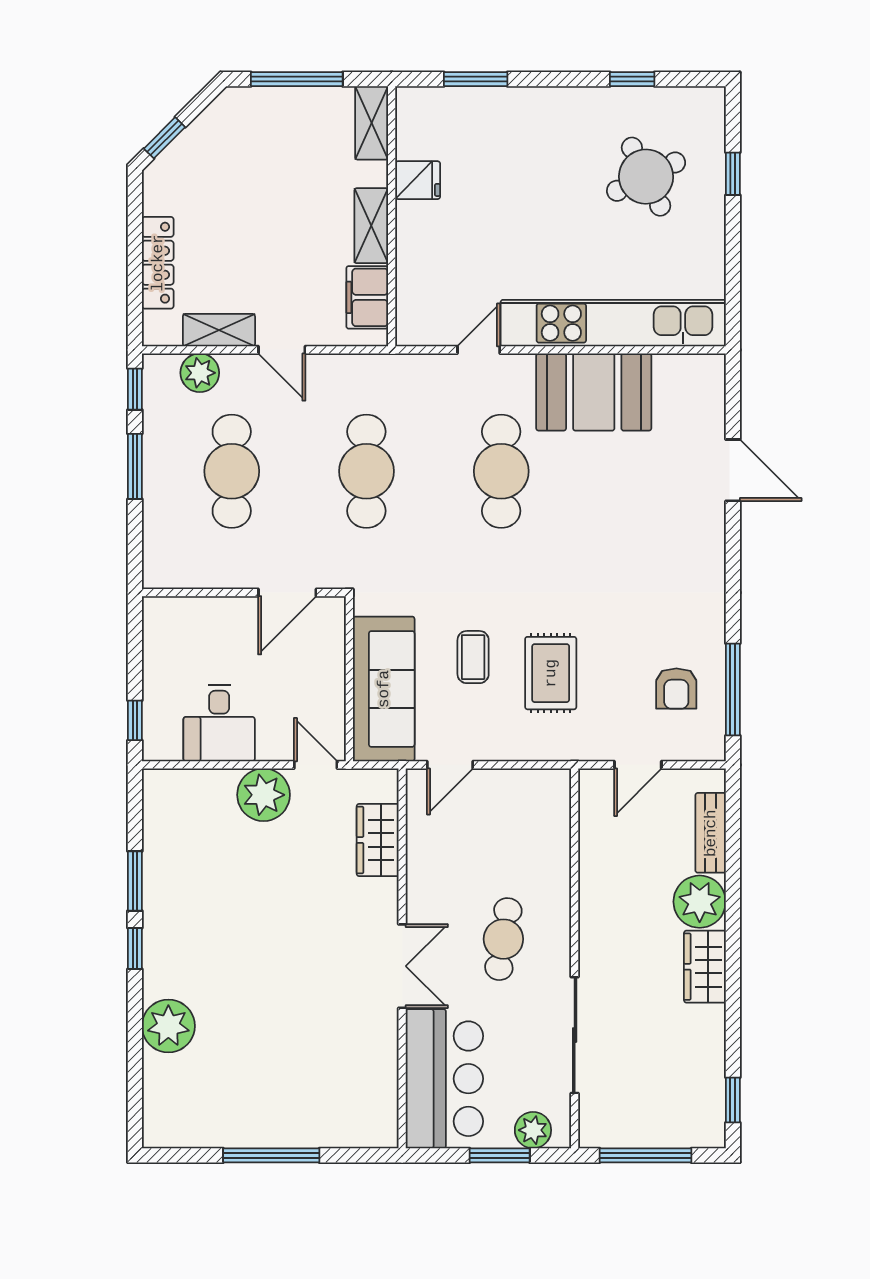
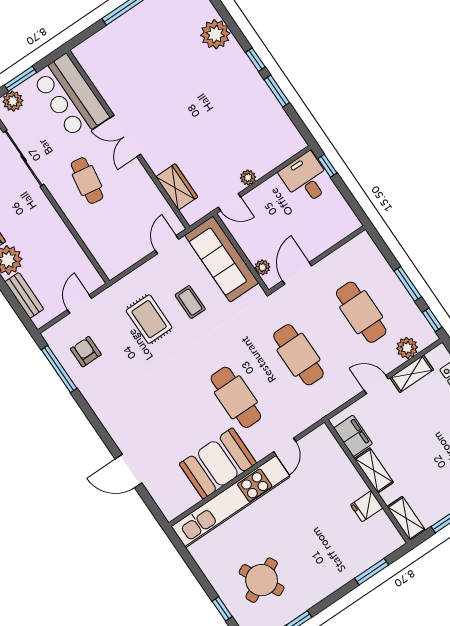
plant: (332, 636) -> (262, 267), added
desk: (219, 723) -> (306, 179), moved
plant: (264, 795) -> (248, 178), width x0.53, depth x0.53

